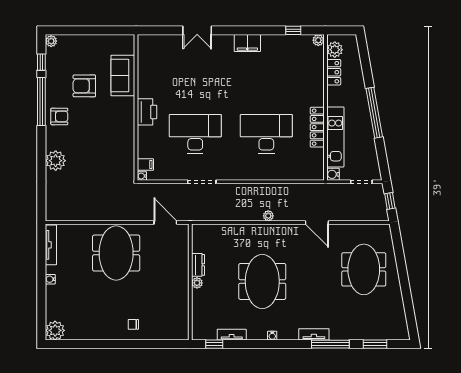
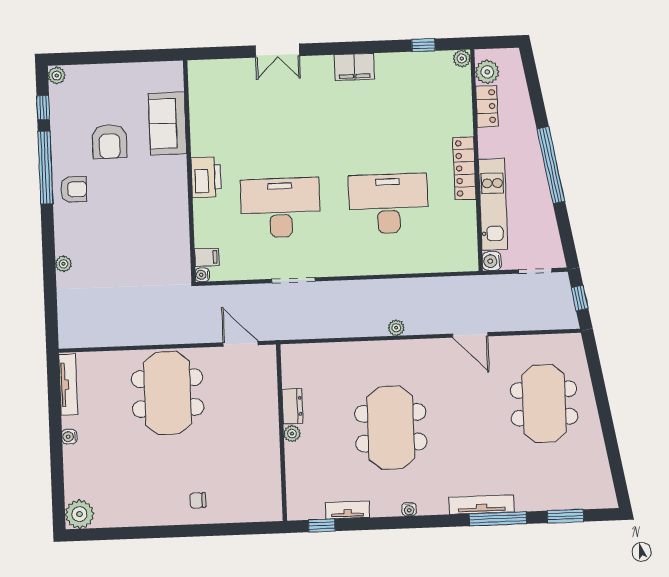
armchair: (84, 86) -> (109, 141), turned -90
locker: (317, 127) -> (464, 168), moved
plant: (56, 161) -> (63, 264), width x0.53, depth x0.53
tv unit: (314, 334) -> (482, 504), width x1.41

